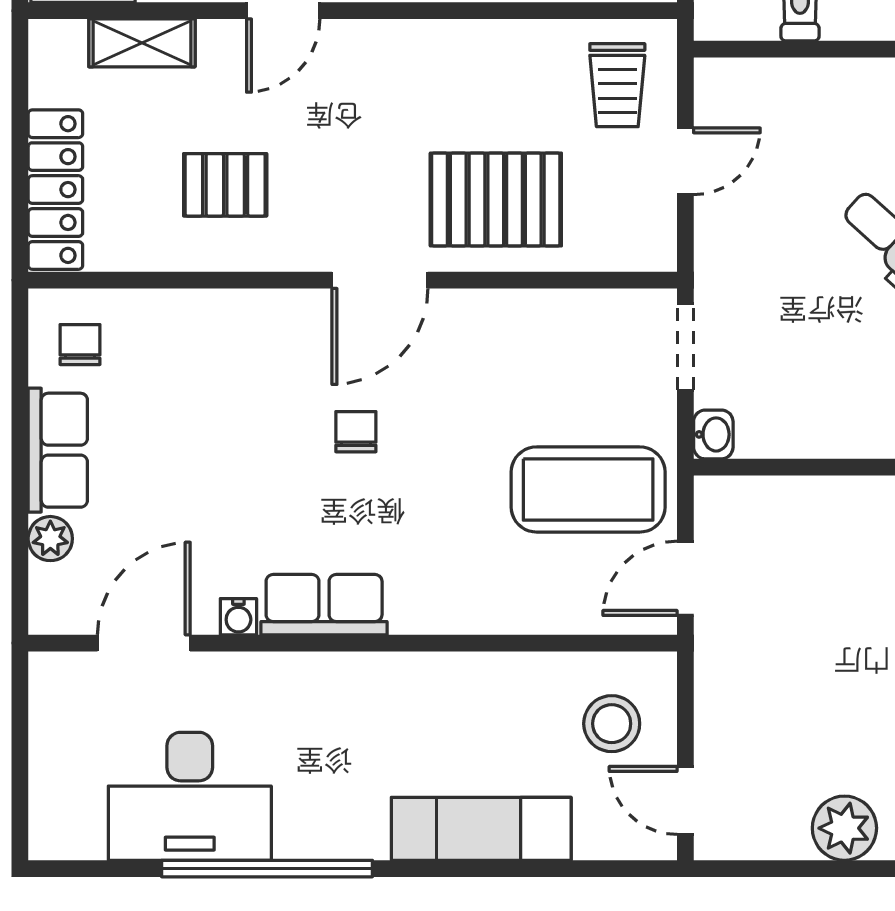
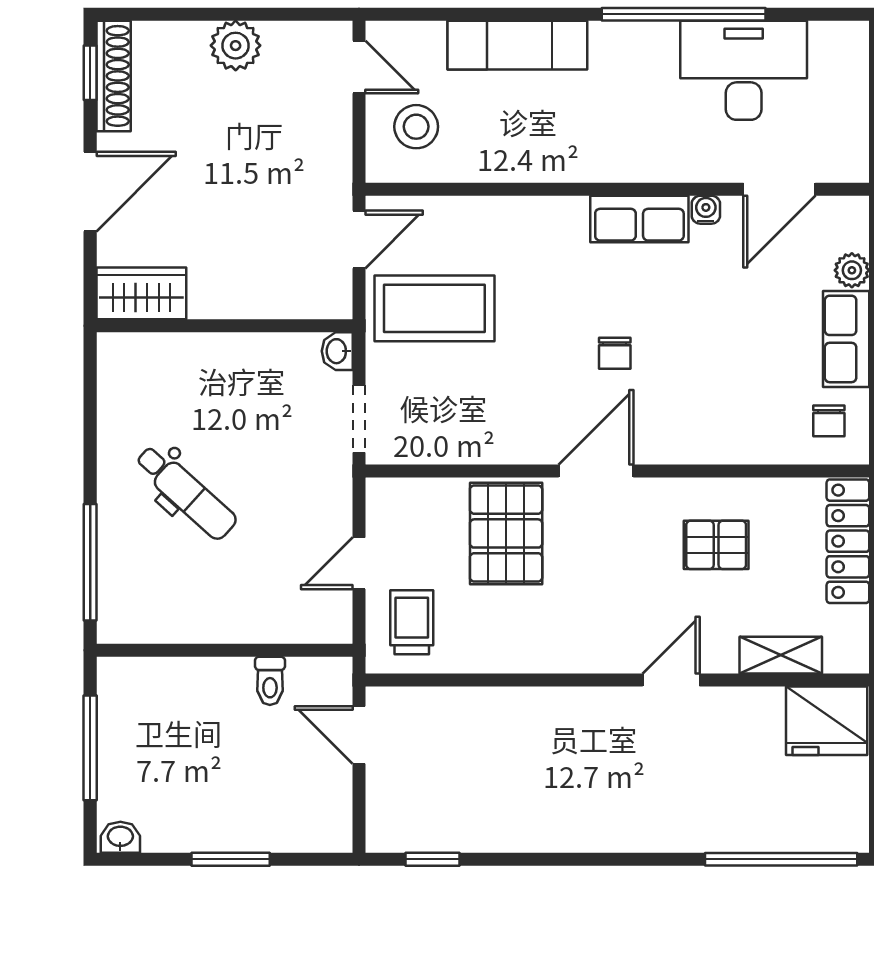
pallet: (496, 200) -> (506, 533), turned 90

